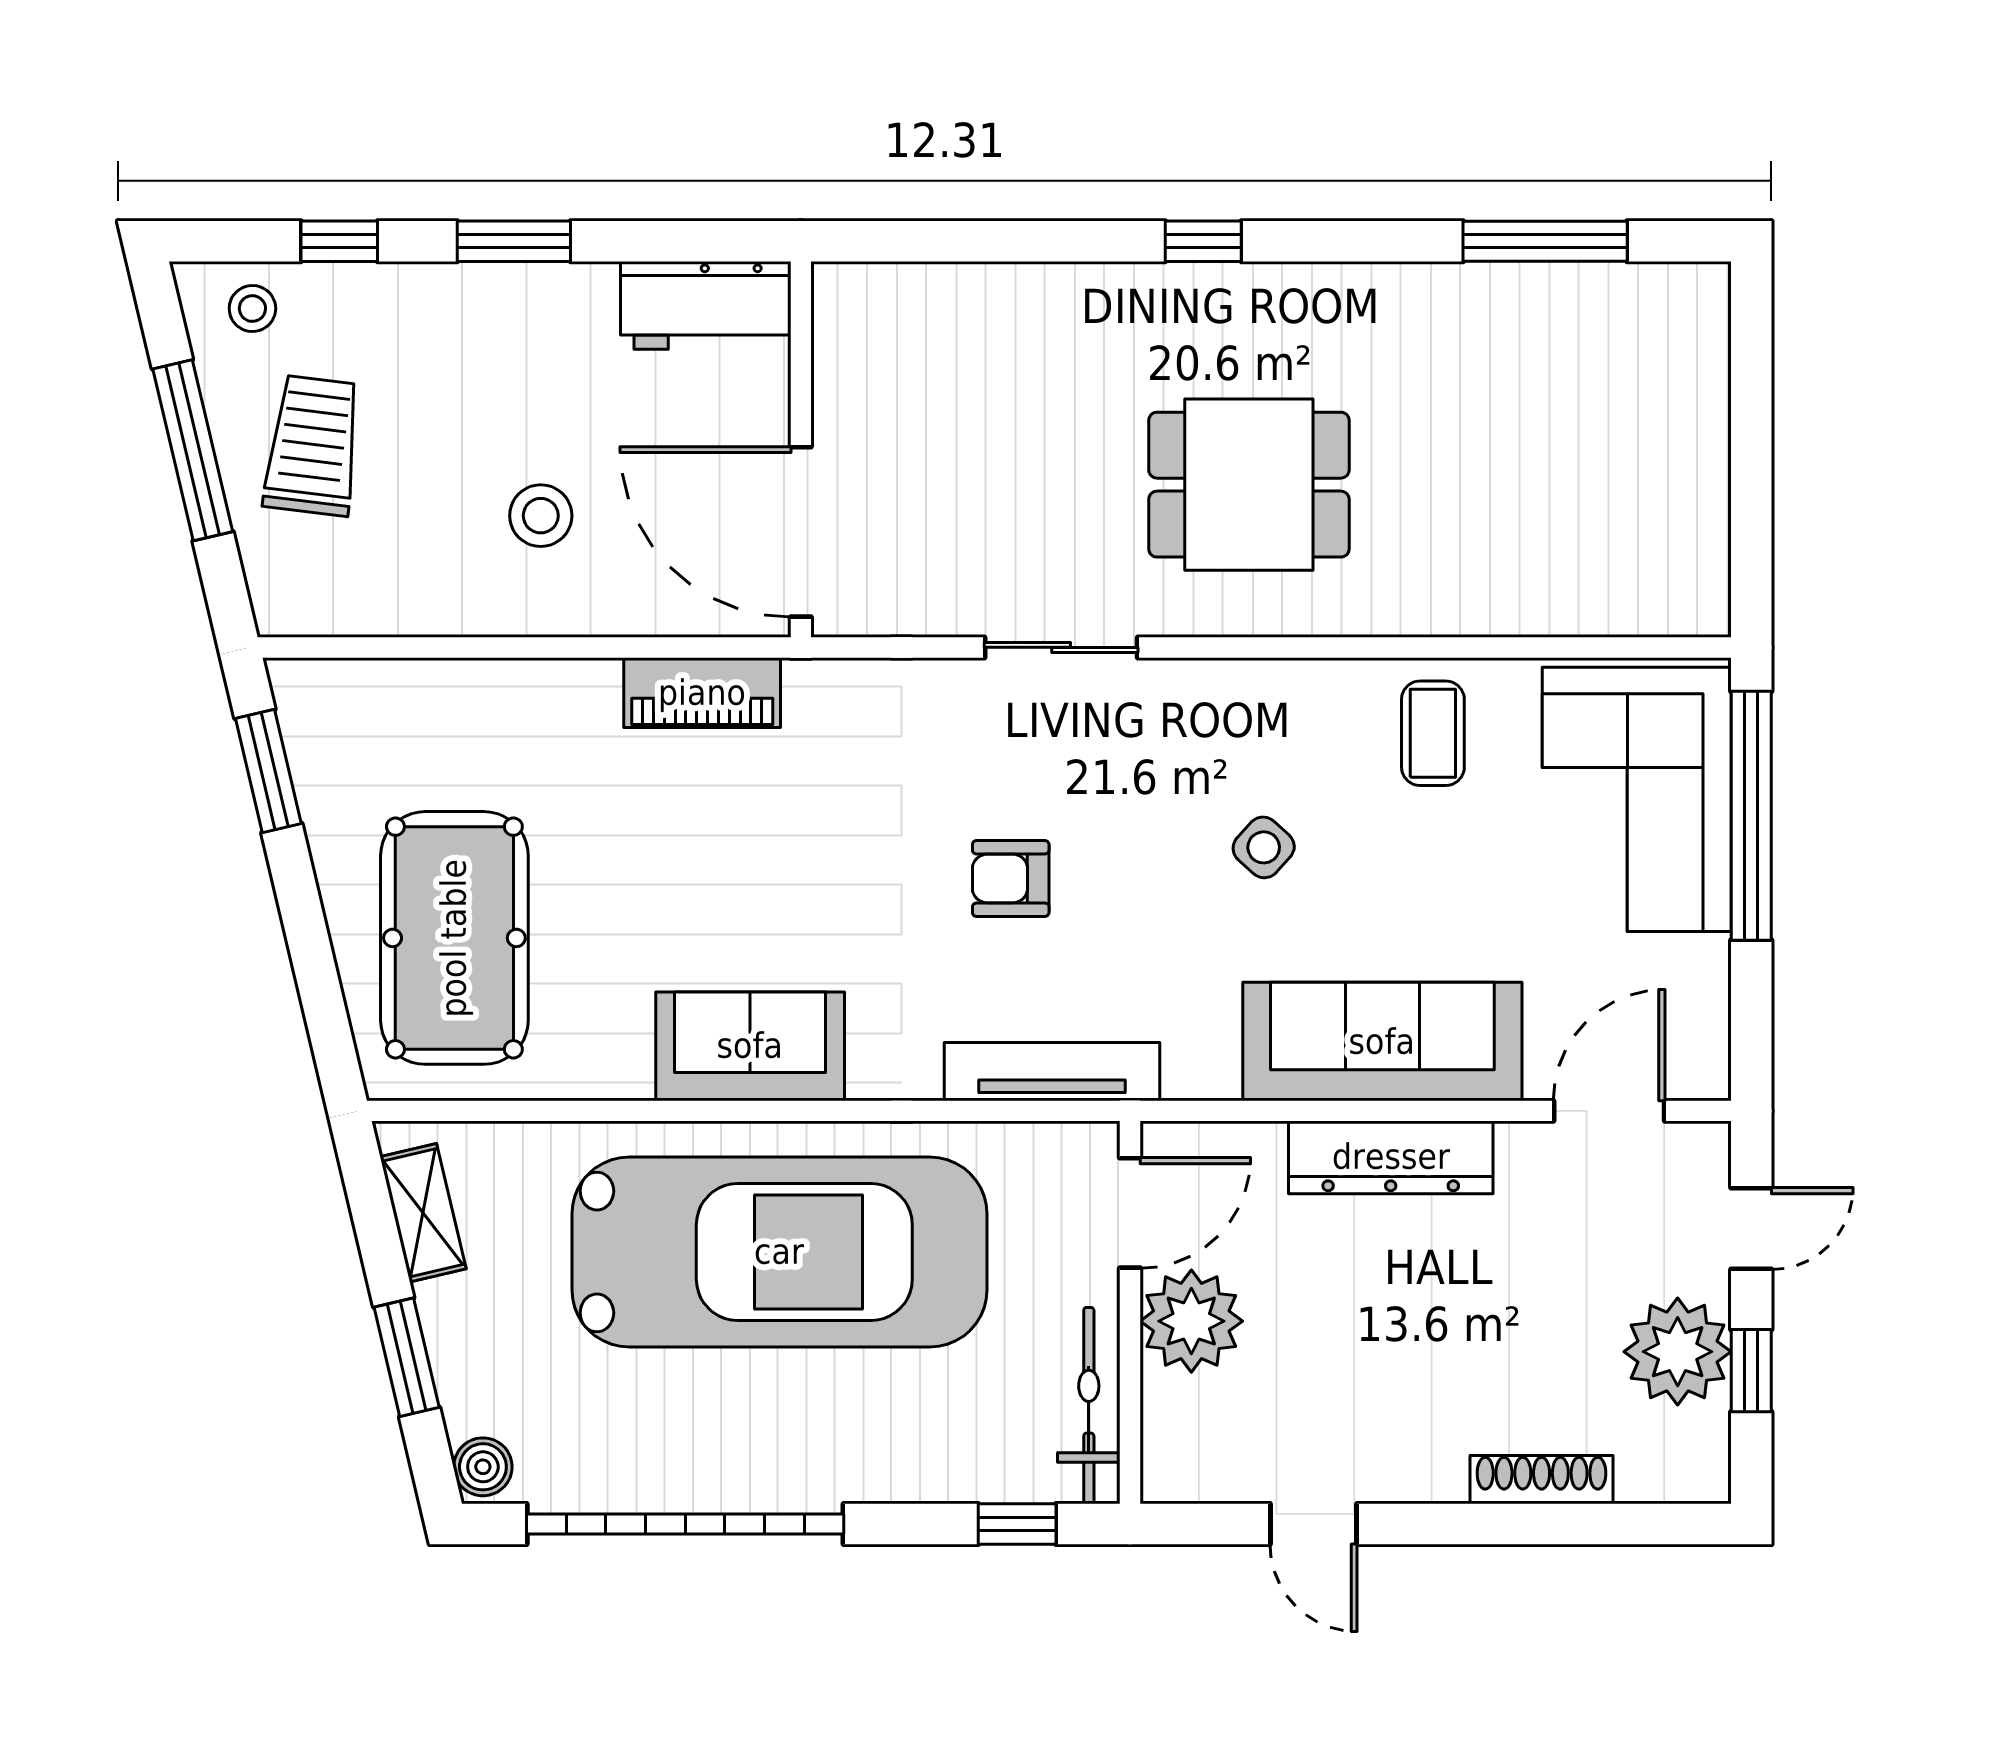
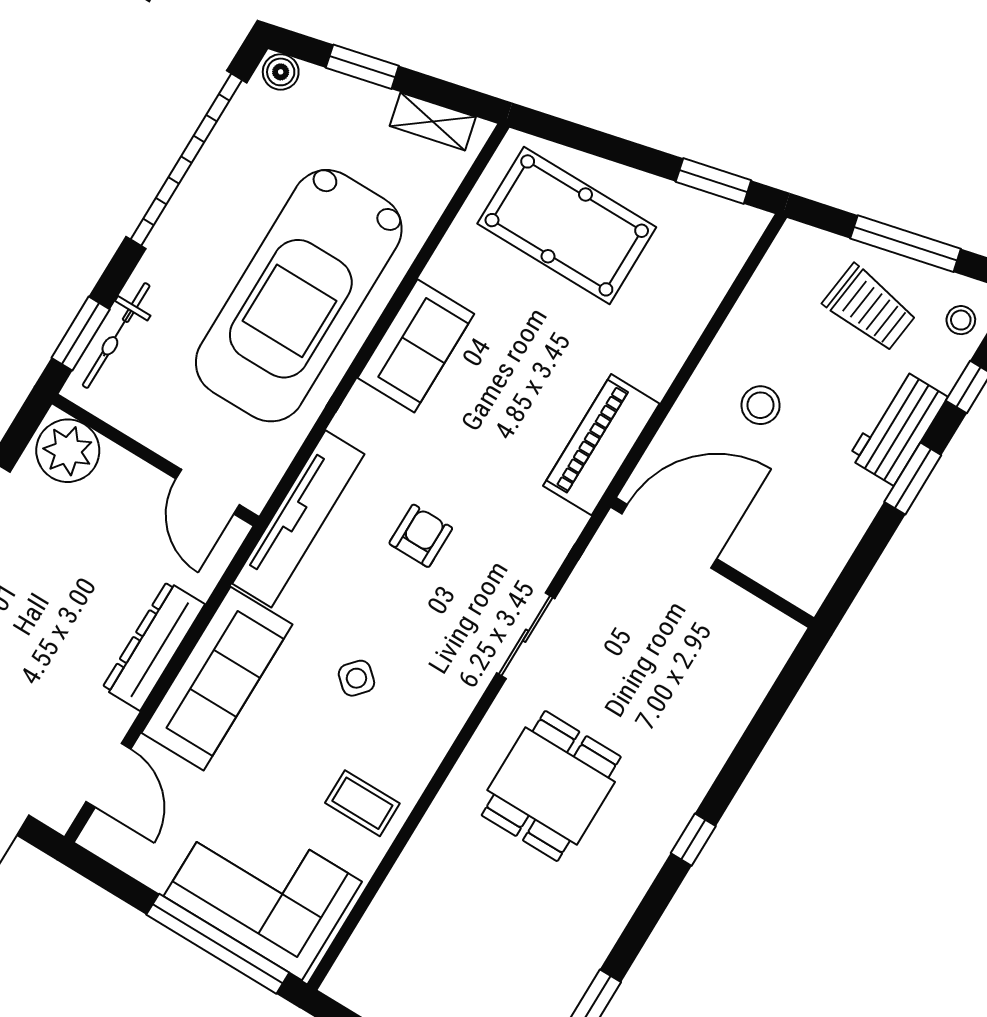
workbench: (706, 305) -> (898, 427), moved
piano: (702, 693) -> (601, 445), width x1.37, depth x1.33
tv unit: (1052, 1072) -> (298, 519), width x1.36, depth x1.29
plant: (1191, 1321) -> (68, 451), moved
bicycle: (1089, 1405) -> (116, 336), moved, turned 90
window: (1017, 1524) -> (81, 334), width x1.50

